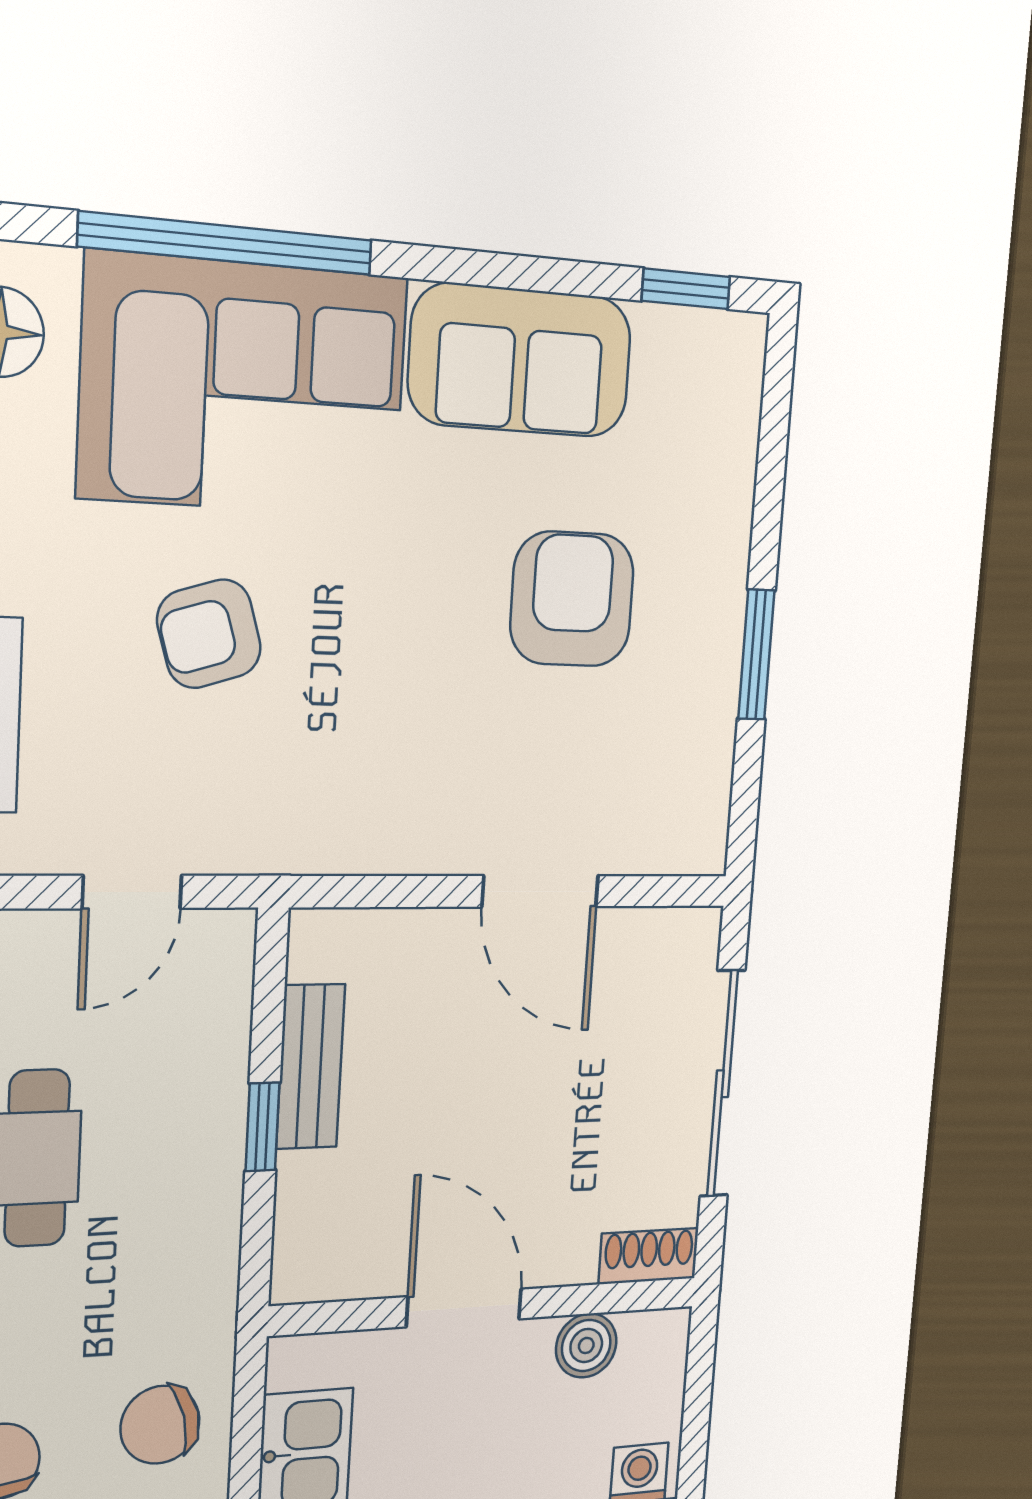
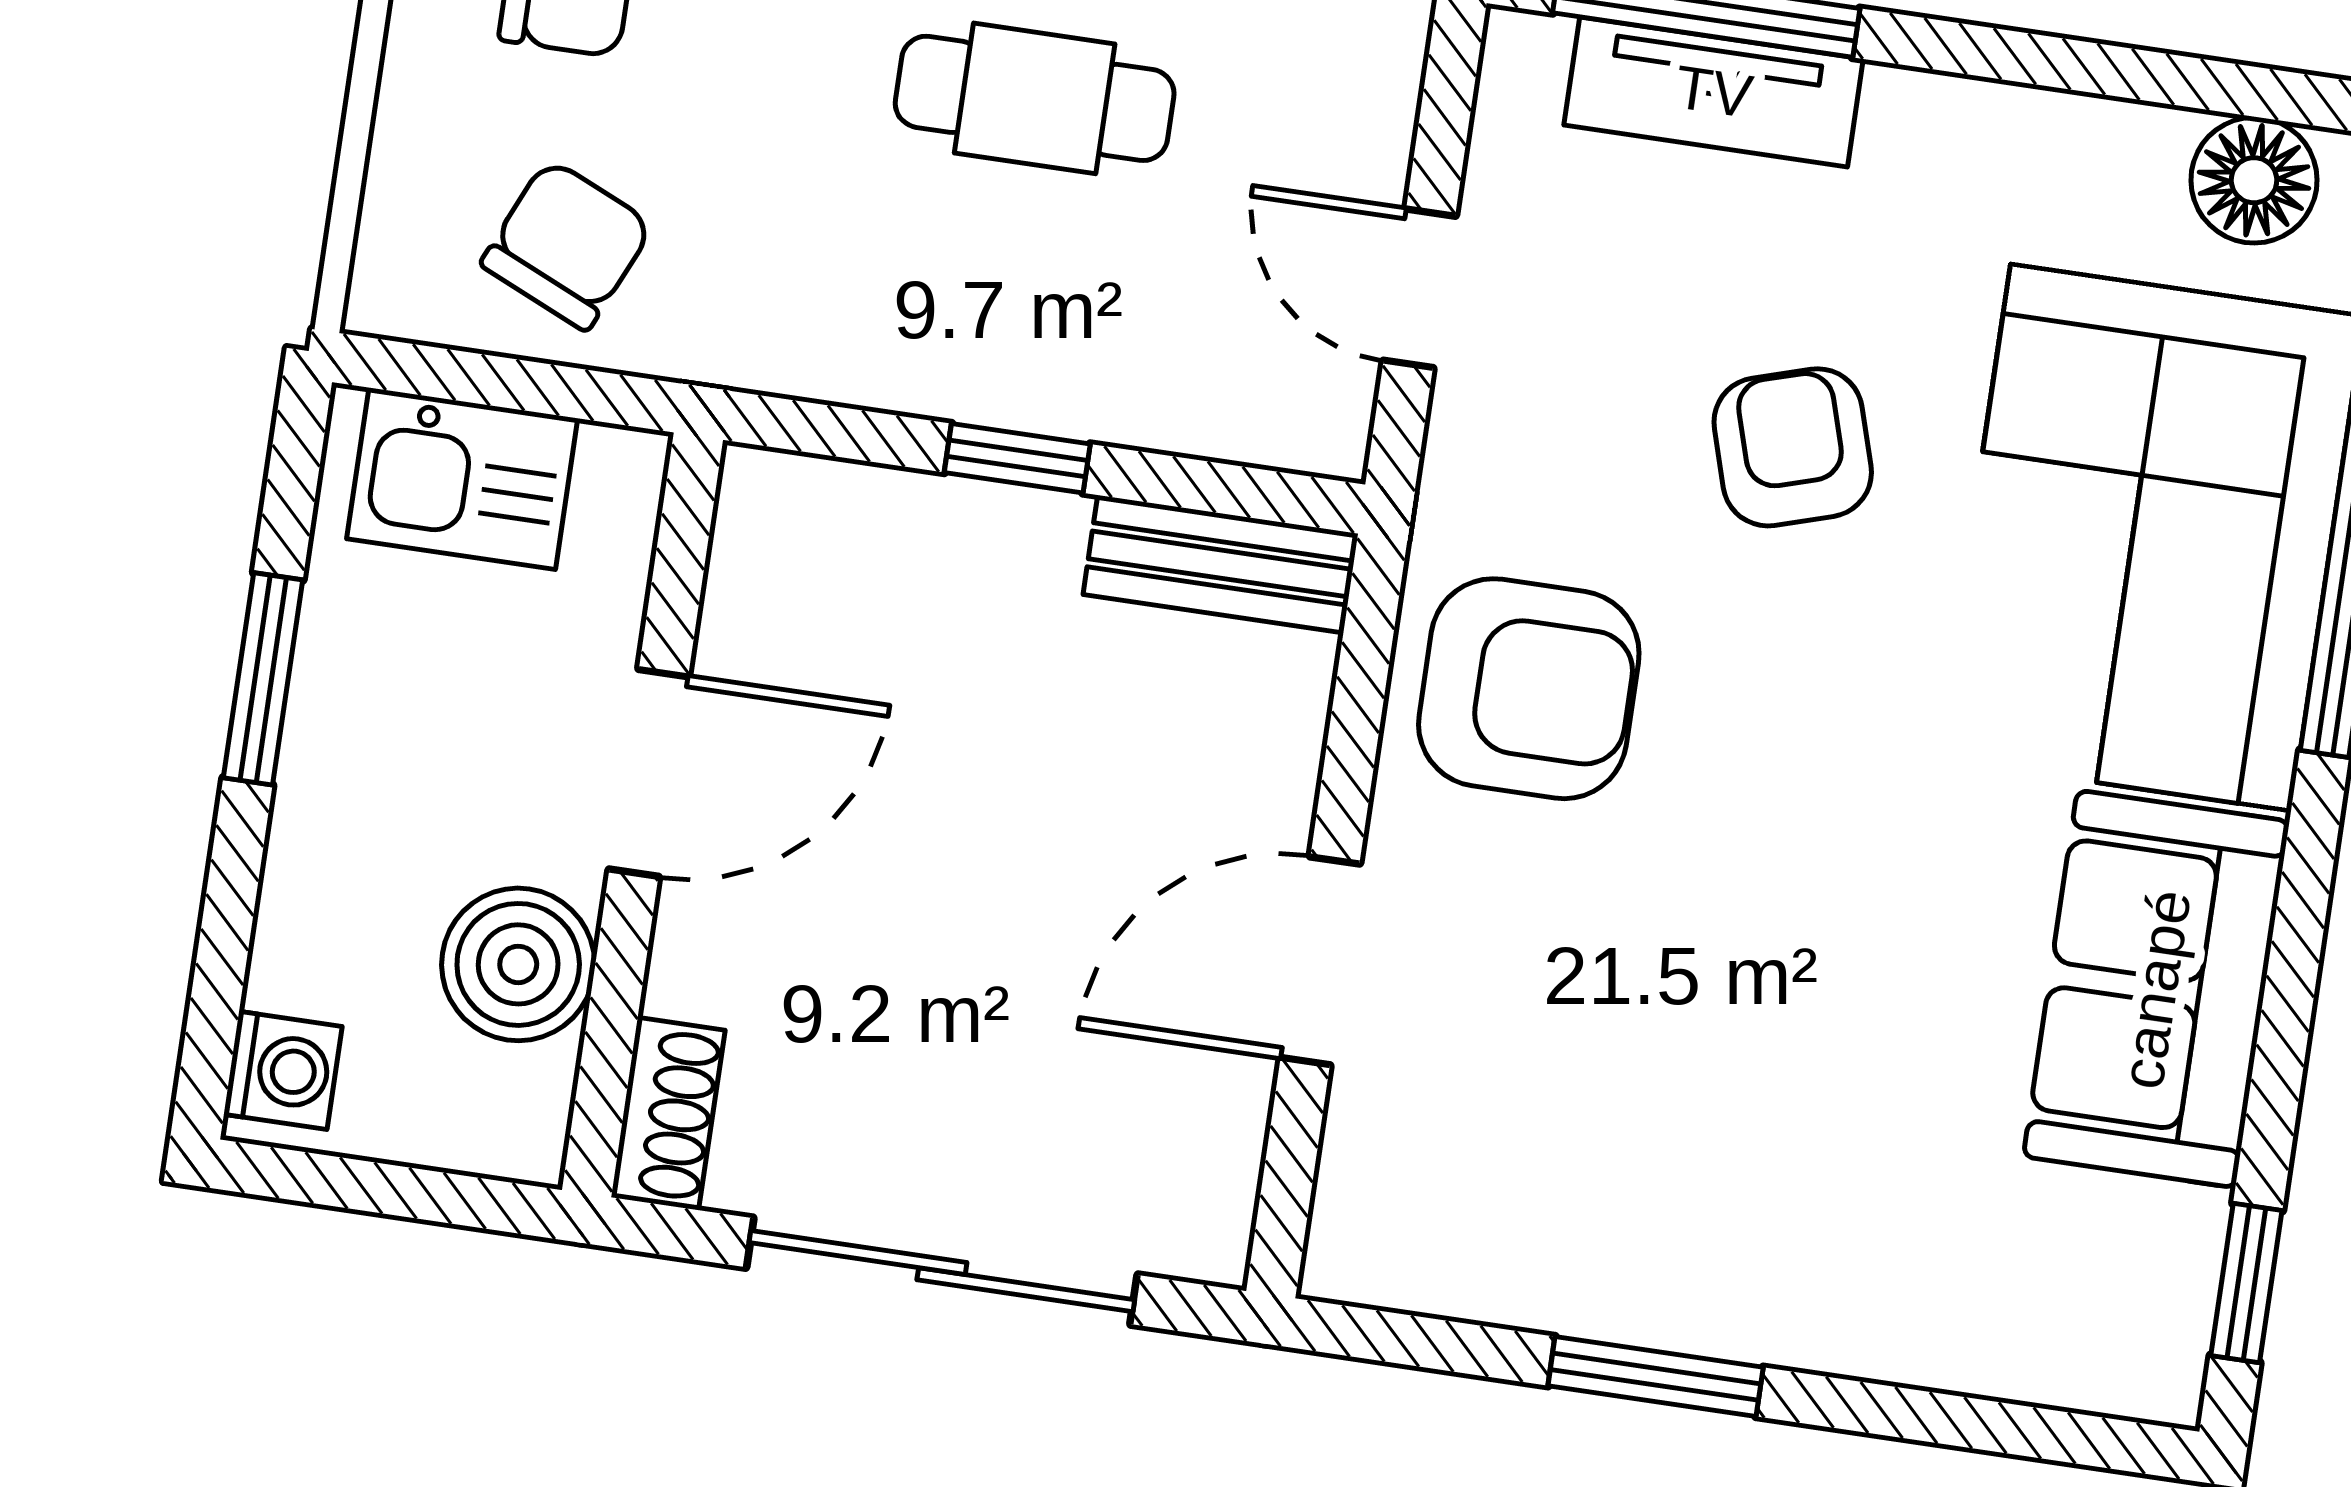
armchair: (572, 599) -> (1529, 689), moved
bench: (311, 1067) -> (1221, 564), moved
boiler: (586, 1345) -> (518, 964), width x1.36, depth x1.36
chair: (160, 1425) -> (567, 245), turned 39

